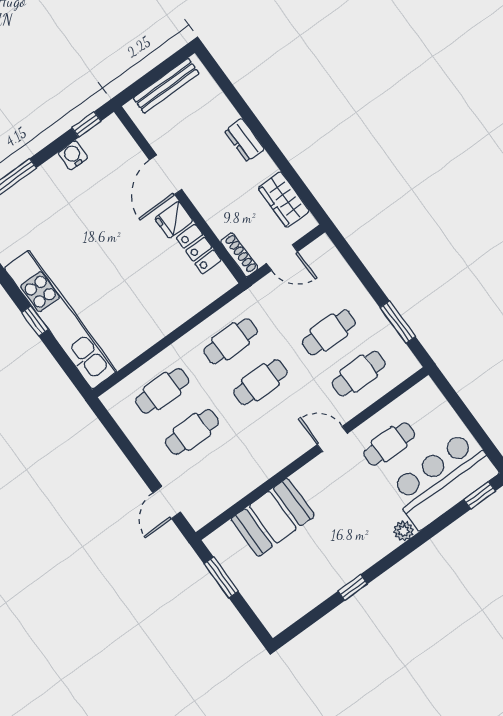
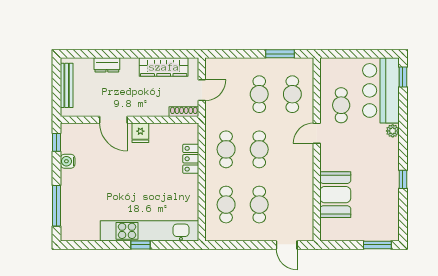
dresser: (245, 140) -> (107, 65), moved
wardrobe: (284, 200) -> (164, 67), width x1.50
locker: (199, 249) -> (191, 159), moved, turned 90
window: (221, 577) -> (377, 245), moved

